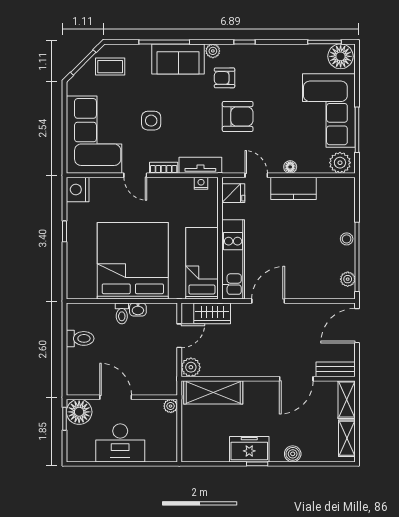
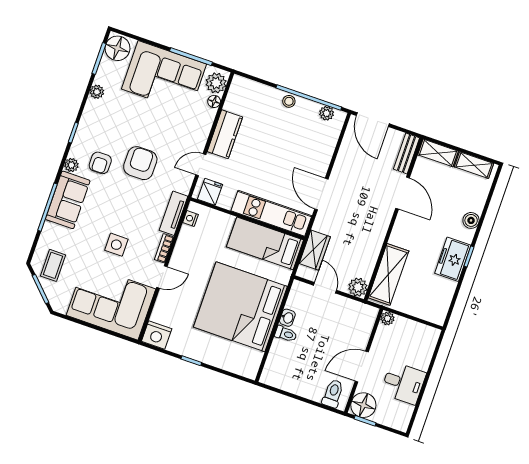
plant: (292, 51) -> (97, 92), added
floor lamp: (290, 167) -> (214, 101), moved
toilet: (80, 338) -> (333, 394), moved
desk: (120, 443) -> (403, 383), width x0.73

